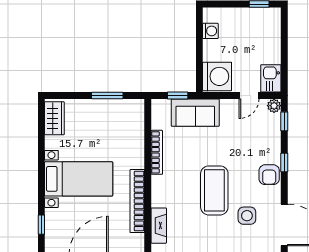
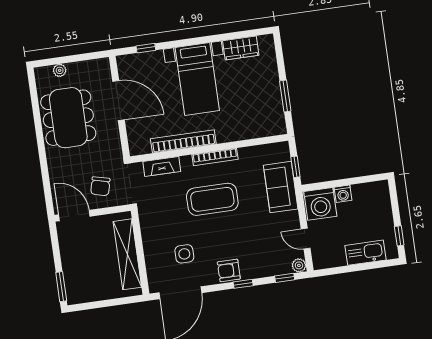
washing machine: (210, 31) -> (343, 194), moved
kitchen sink: (271, 78) -> (366, 253), moved, width x1.38
wardrobe: (54, 118) -> (241, 48), moved
bookcase: (157, 152) -> (215, 157), moved
coffee table: (214, 190) -> (212, 199), moved

